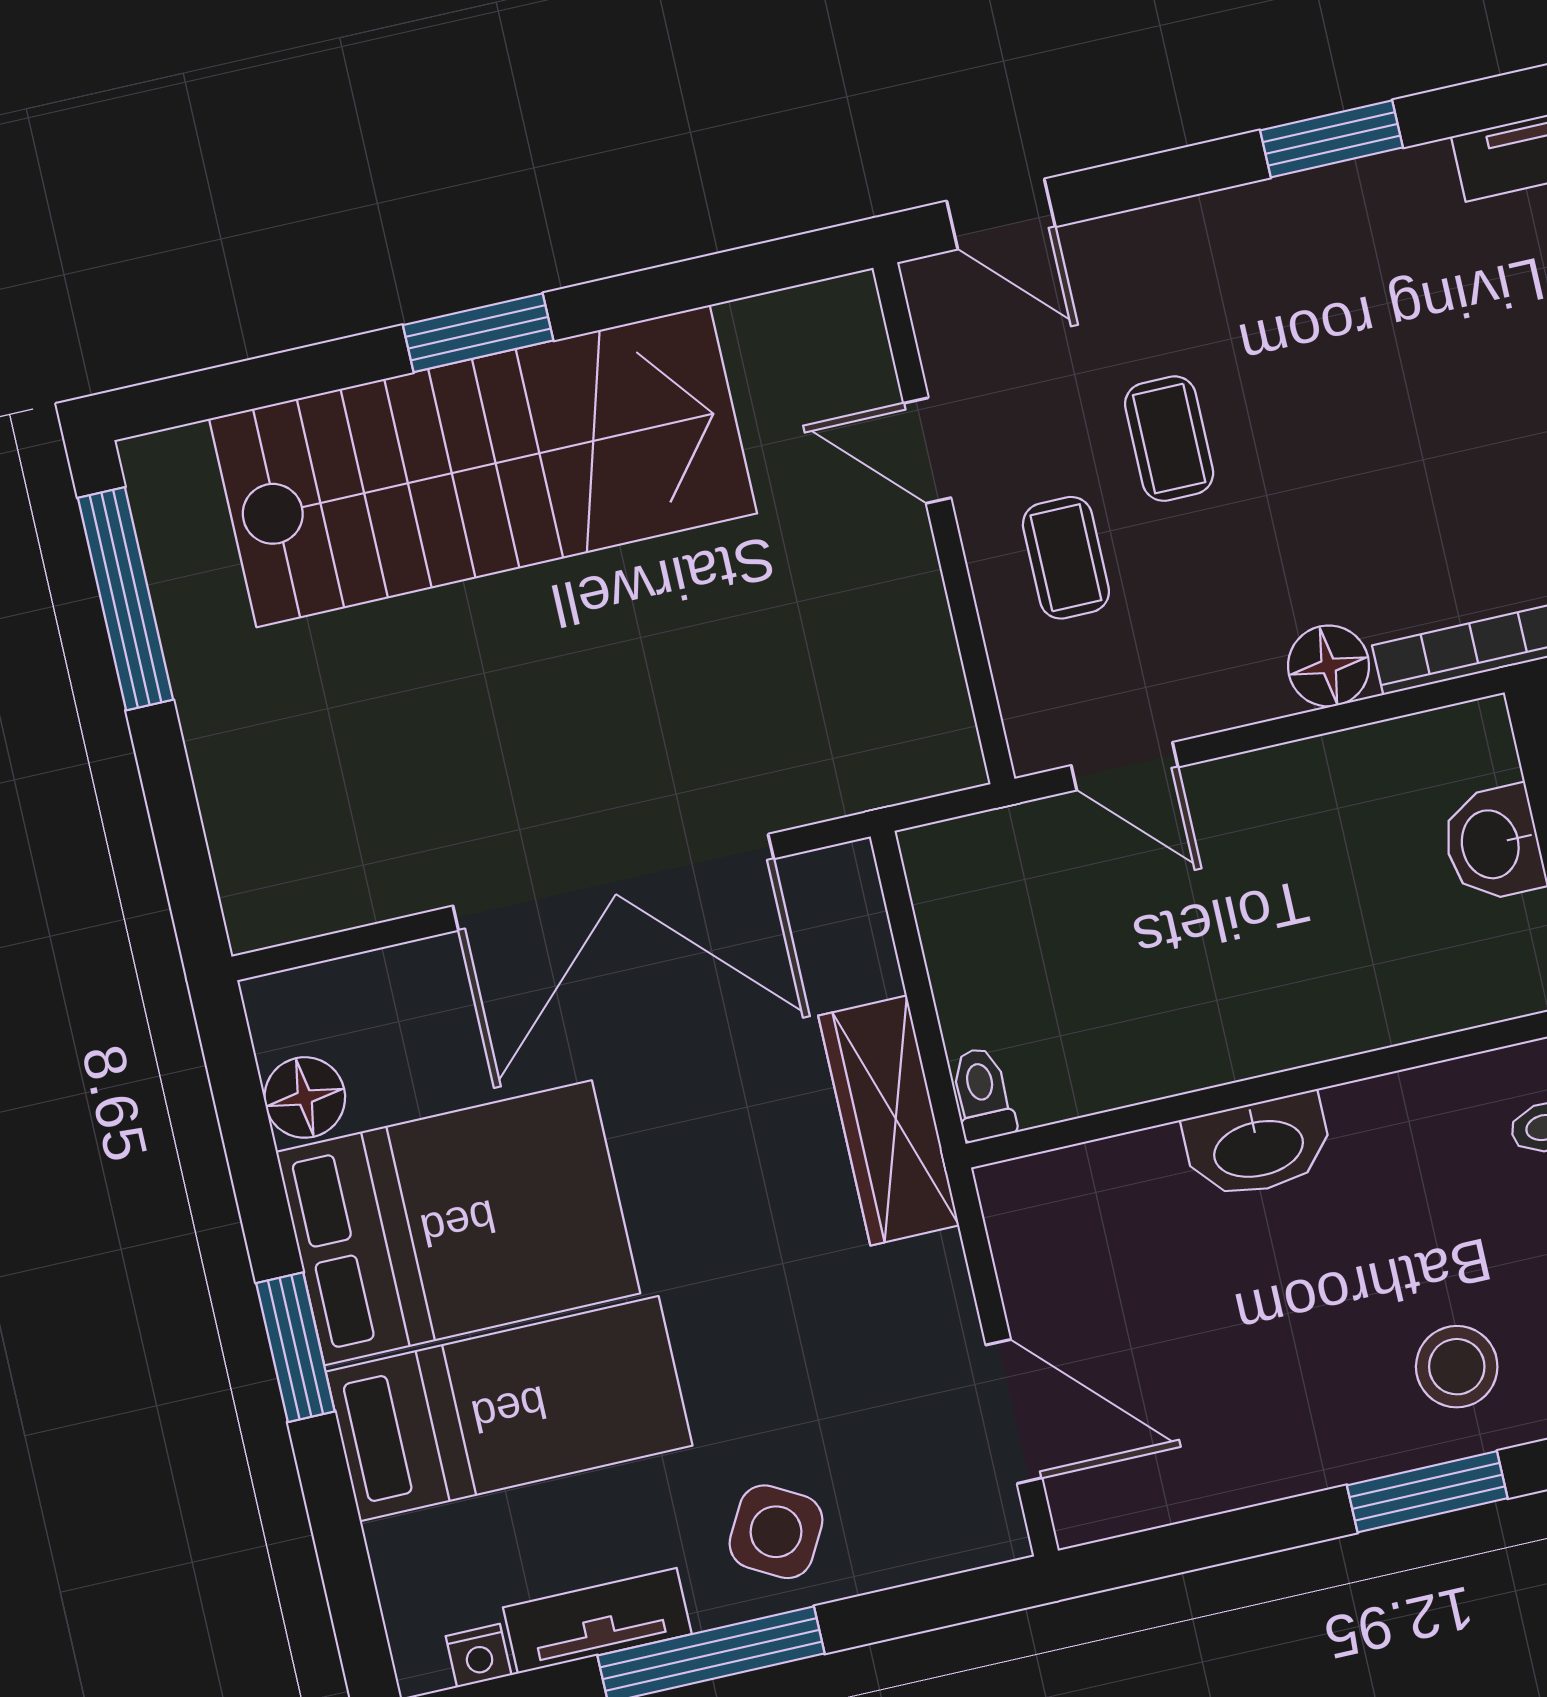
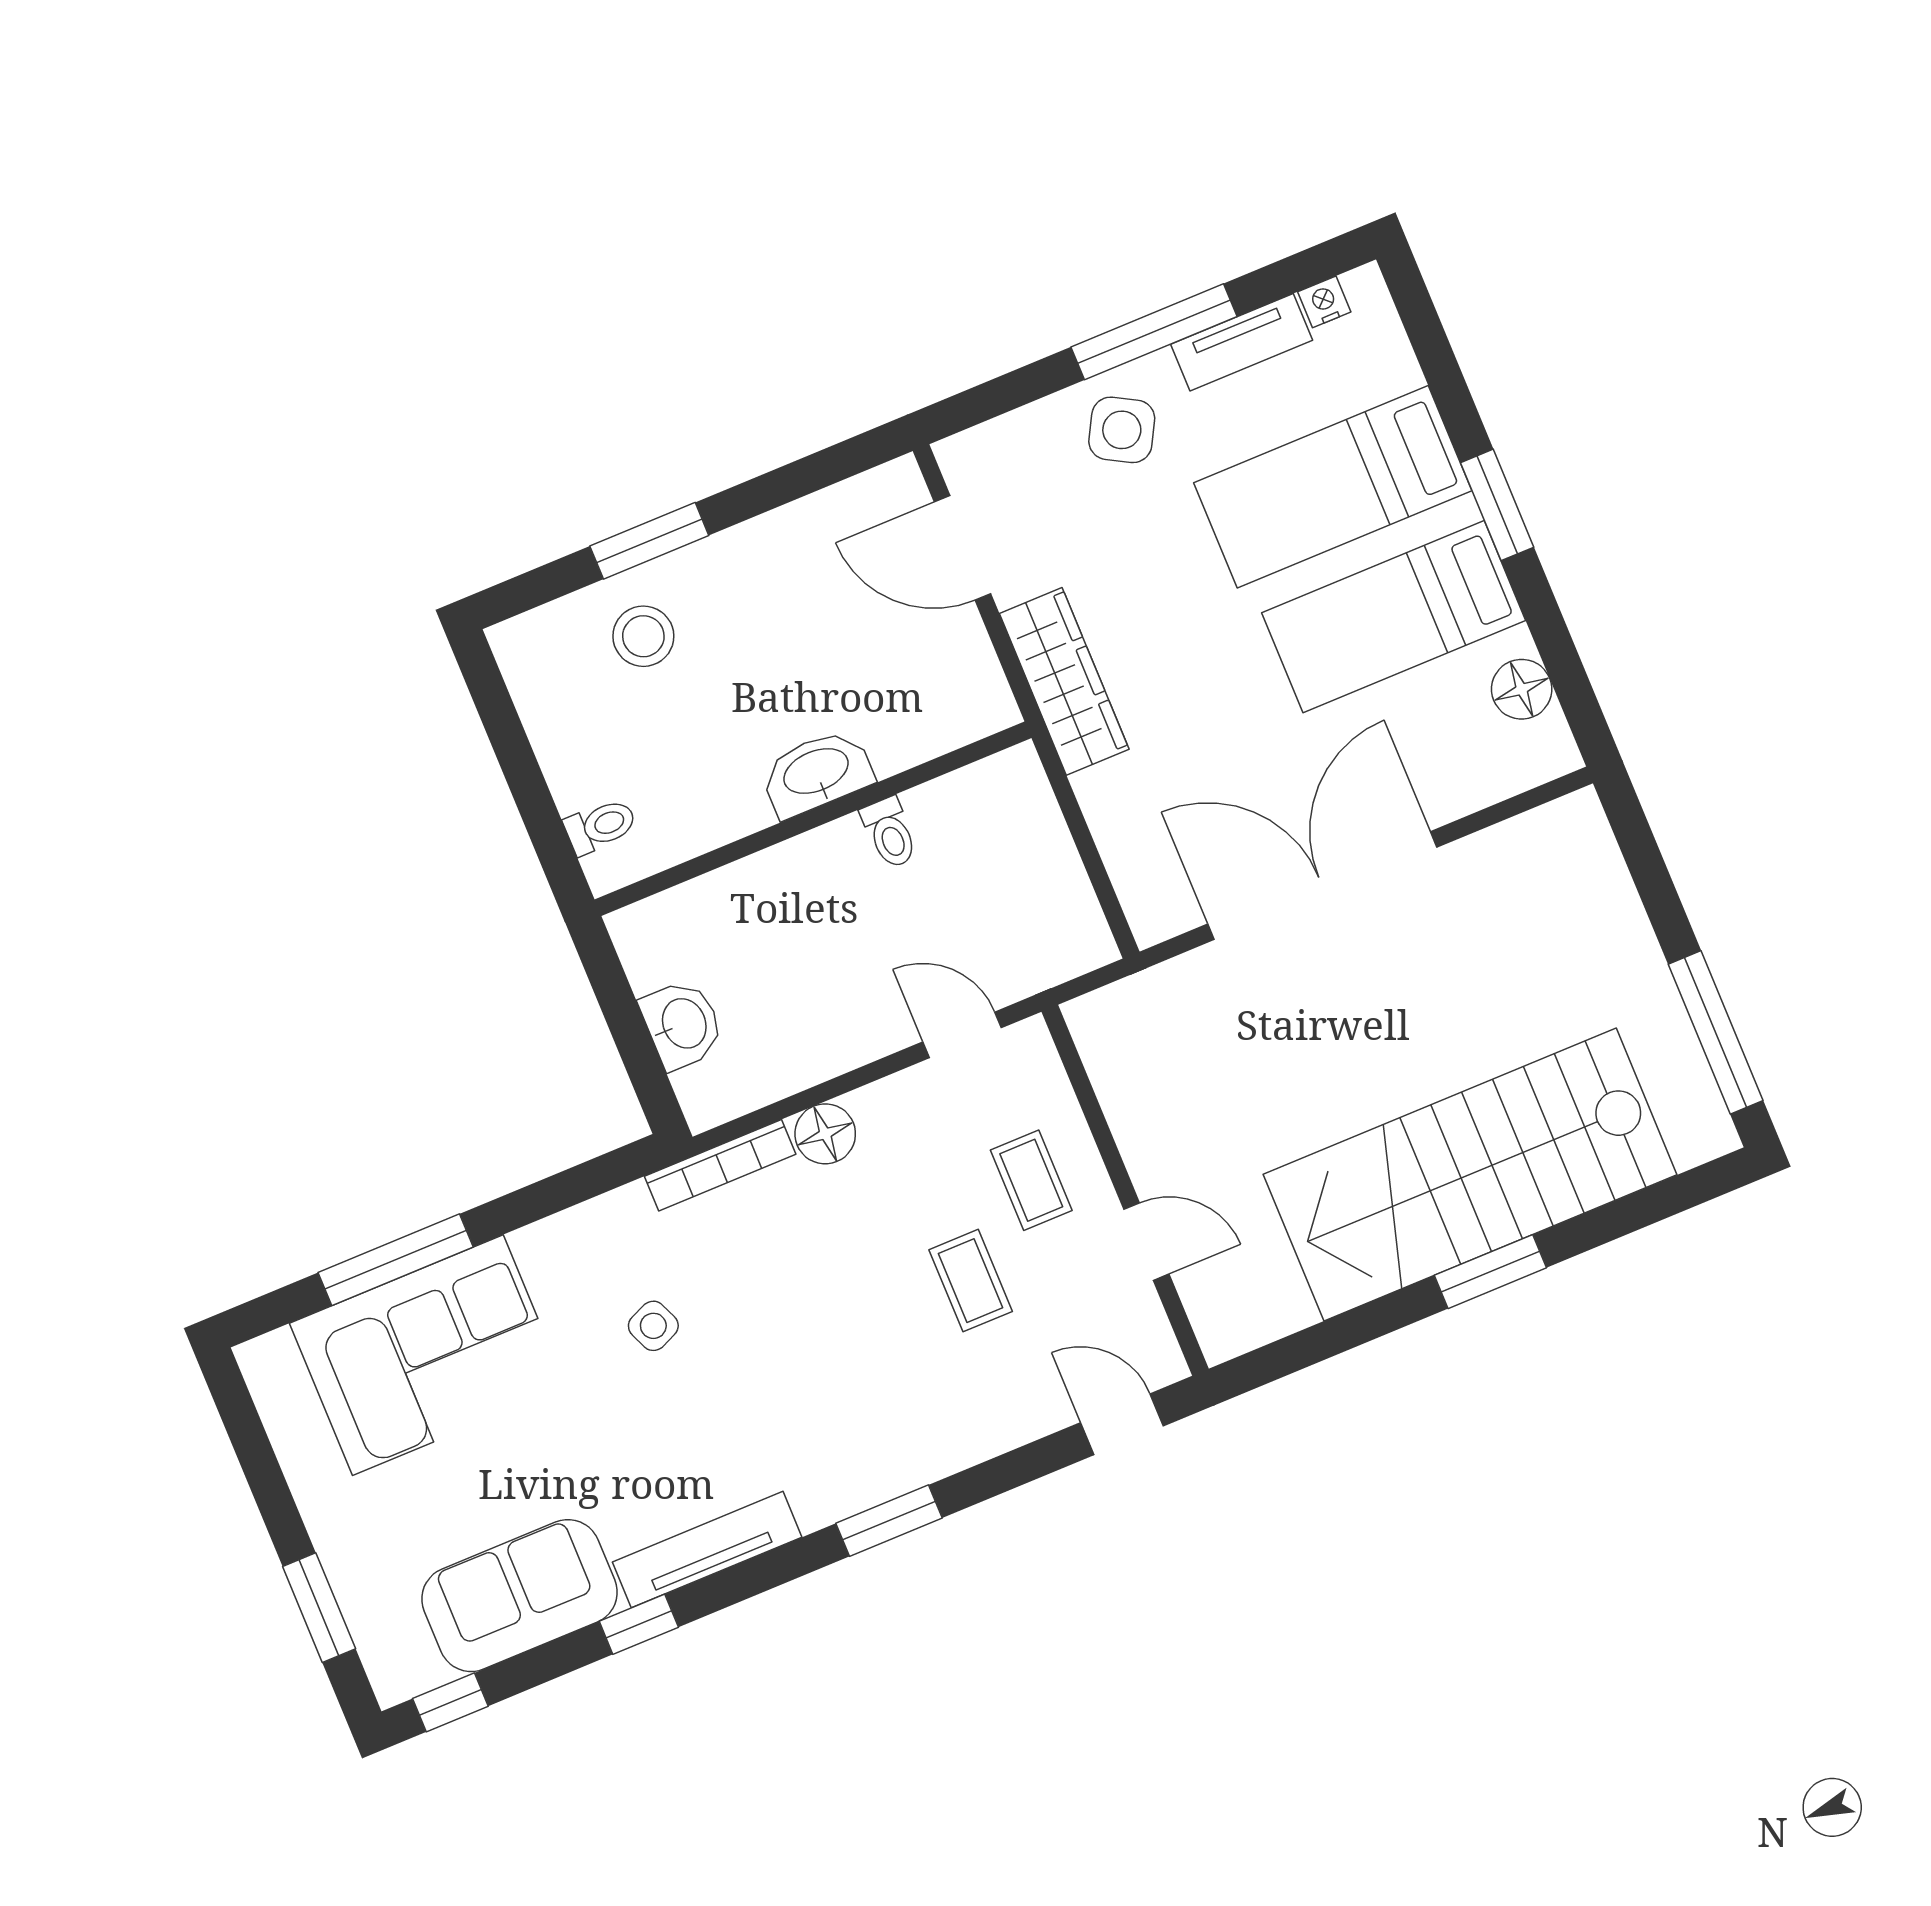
toilet: (982, 1094) -> (890, 833), moved
wardrobe: (889, 1120) -> (1064, 681), moved
bed: (458, 1223) -> (1394, 617), width x0.67

